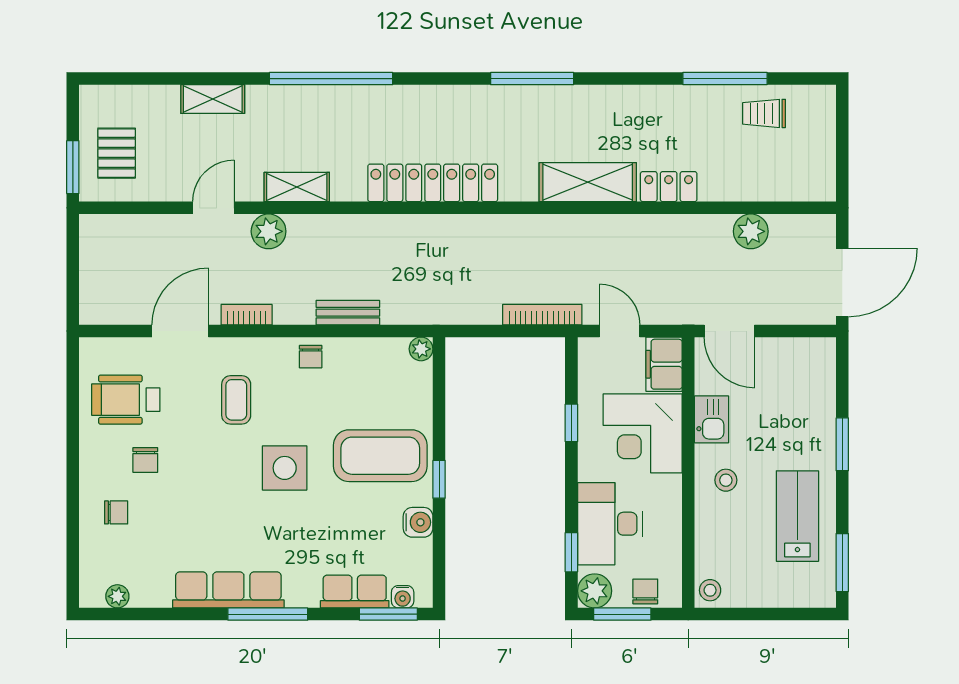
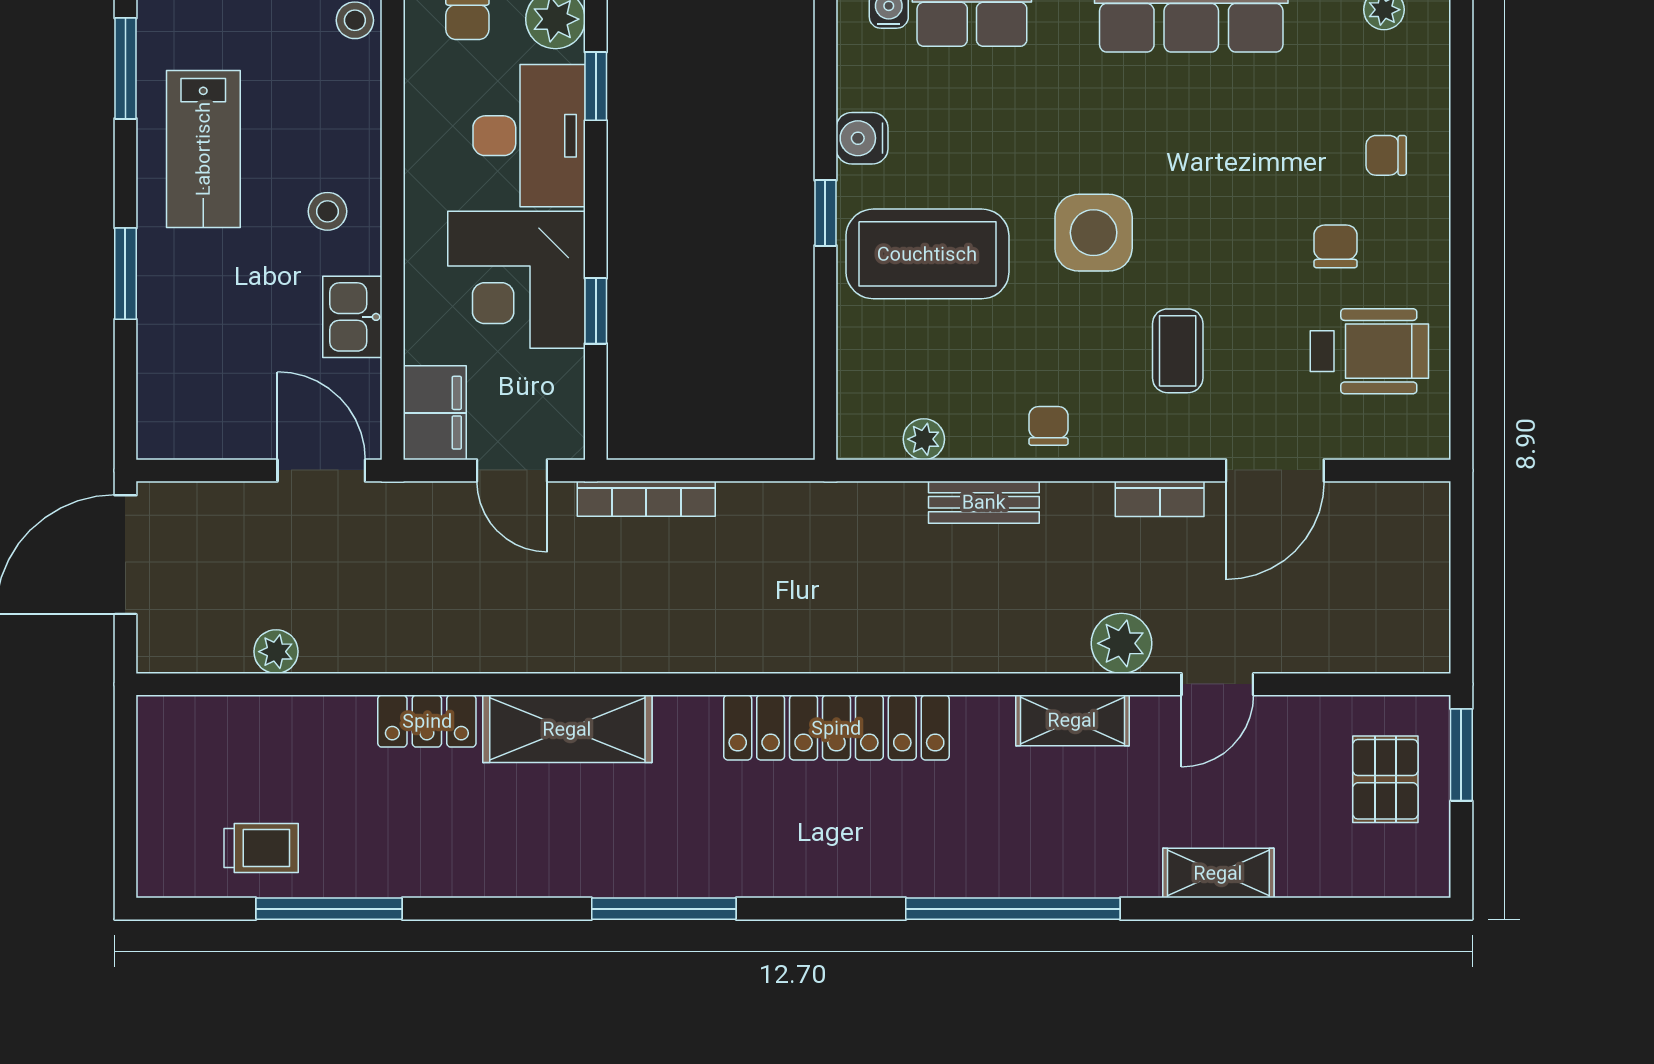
plant: (751, 231) -> (276, 652), width x0.73, depth x0.73
plant: (421, 349) -> (924, 439), moved
corner desk: (643, 433) -> (516, 280), moved, turned 180

